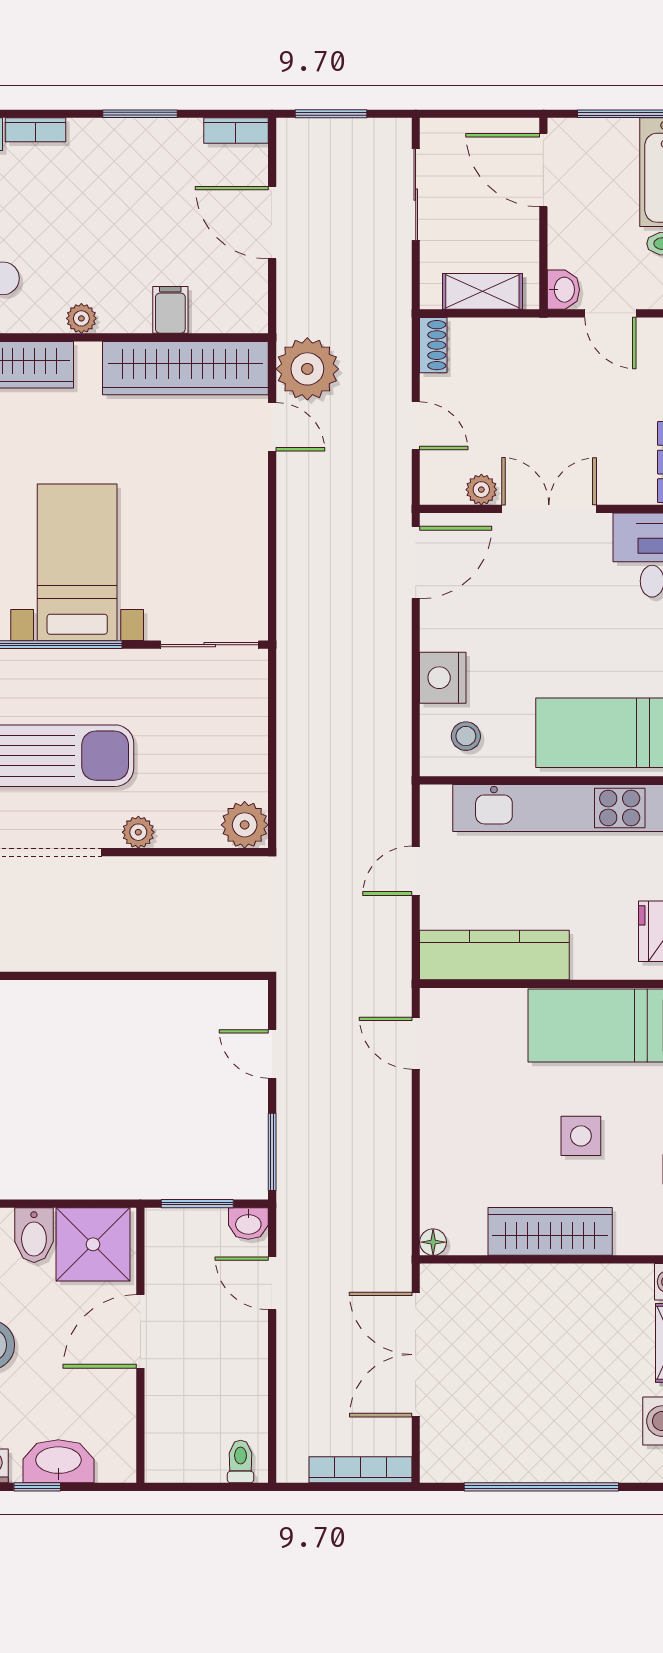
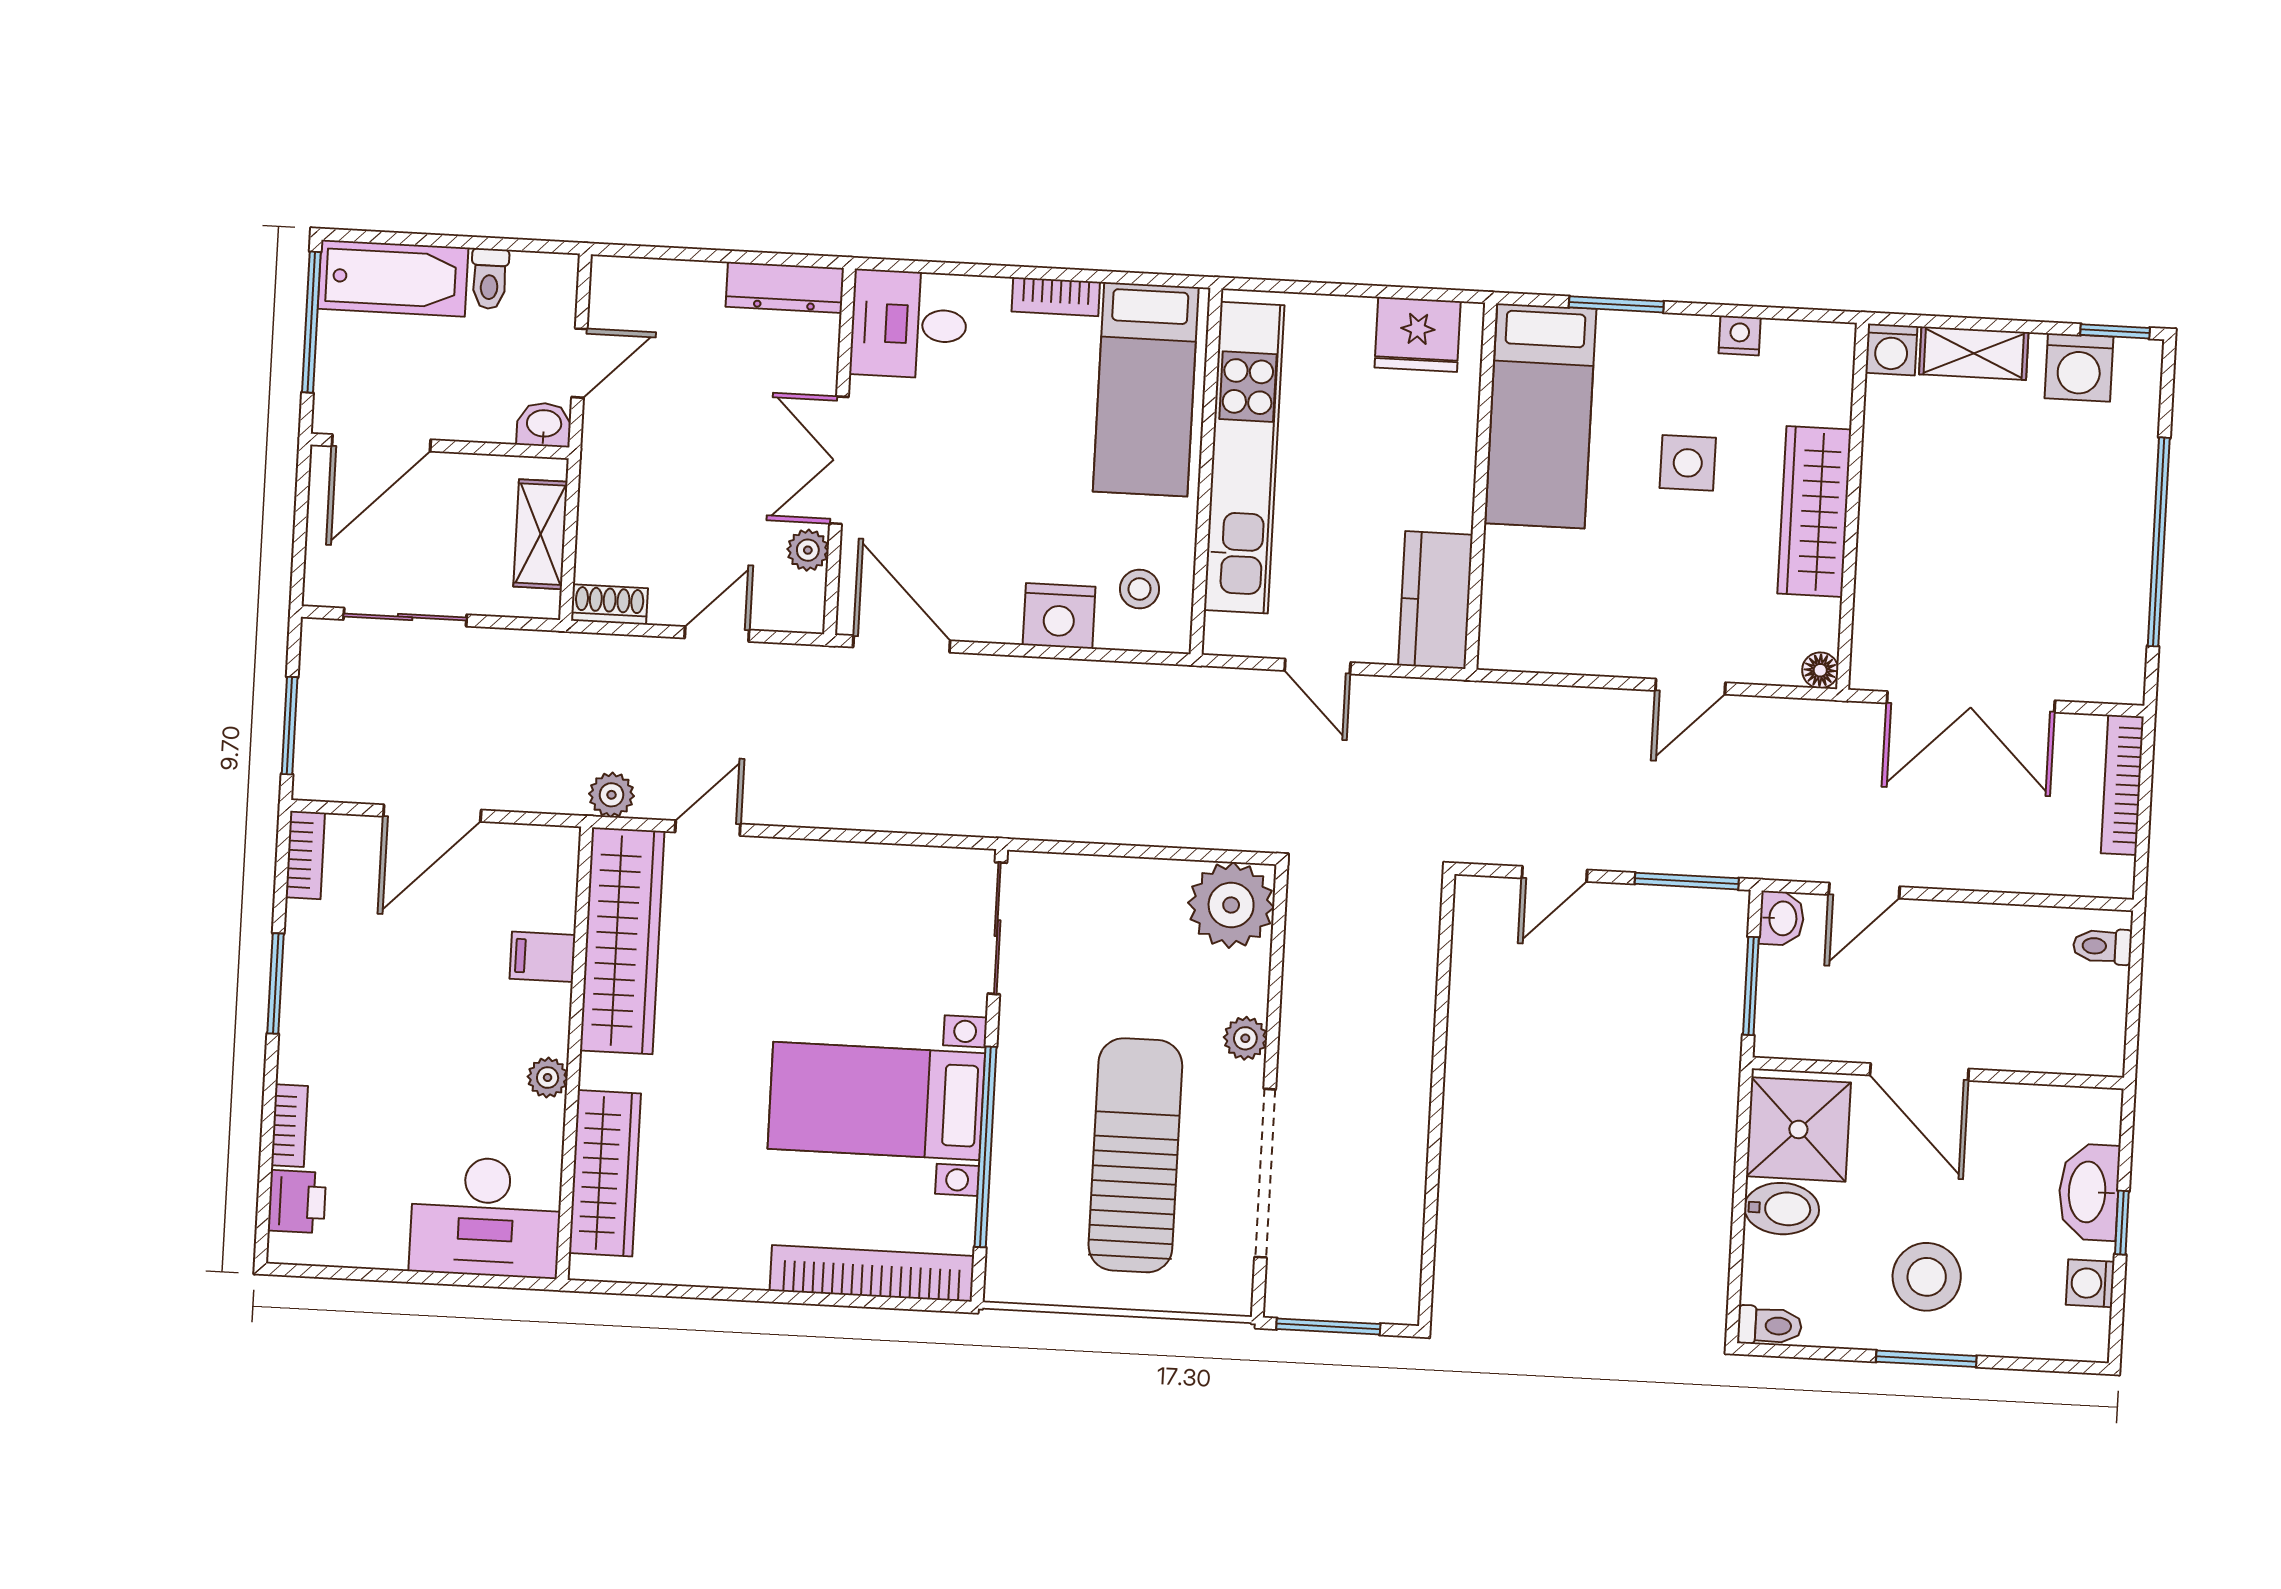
plant: (307, 369) -> (612, 795), width x0.53, depth x0.53
plant: (245, 825) -> (1231, 905), width x1.36, depth x1.36
kitchen counter: (494, 955) -> (1435, 600), width x0.67
door: (416, 1043) -> (1690, 687), moved

